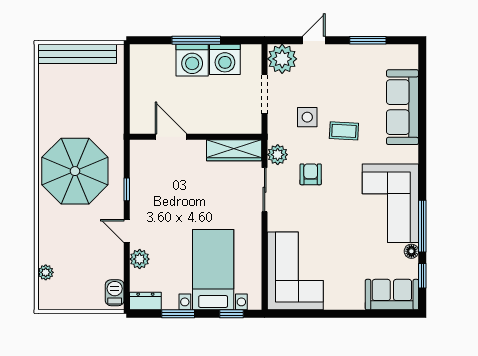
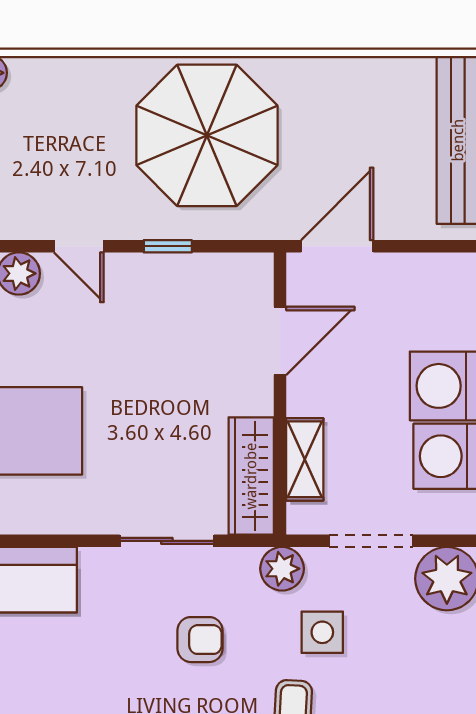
door: (127, 110) -> (337, 246), added
shelving: (226, 125) -> (305, 459), added
plant: (278, 155) -> (282, 569), moved
door: (127, 231) -> (79, 246), swing flipped

